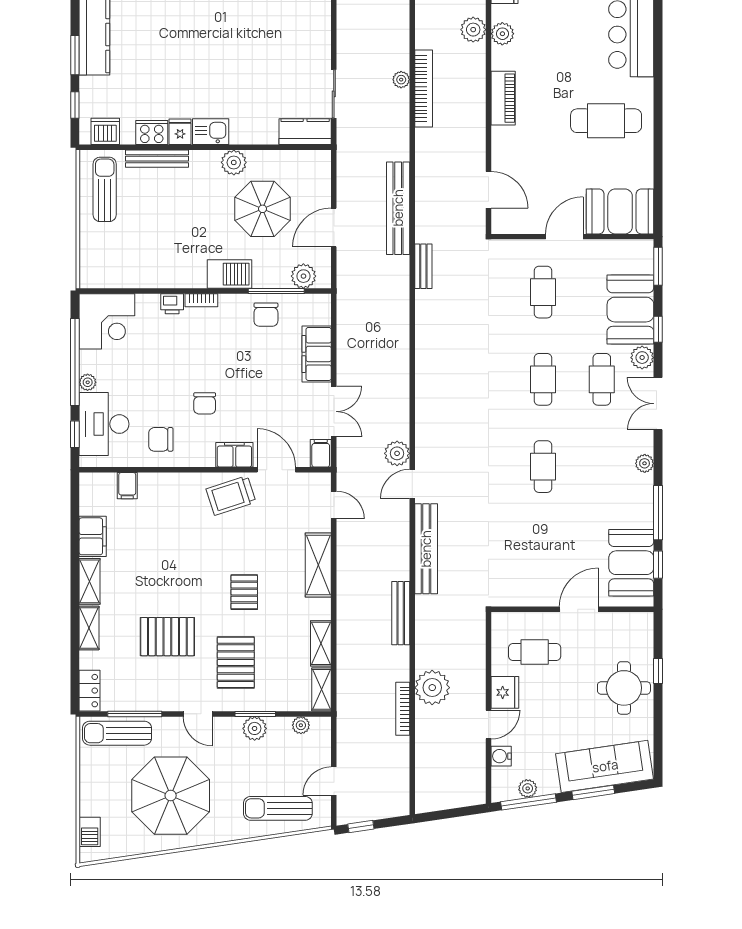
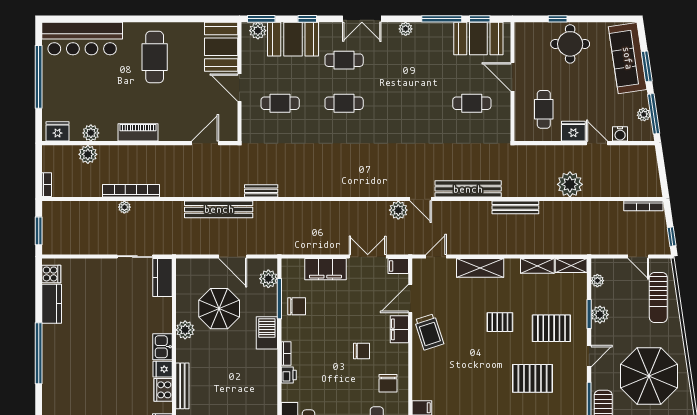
plant: (642, 358) -> (258, 31), moved
cafe table: (543, 467) -> (472, 103), moved
pallet: (167, 637) -> (532, 378), turned 90
bookcase: (403, 709) -> (643, 206), moved

